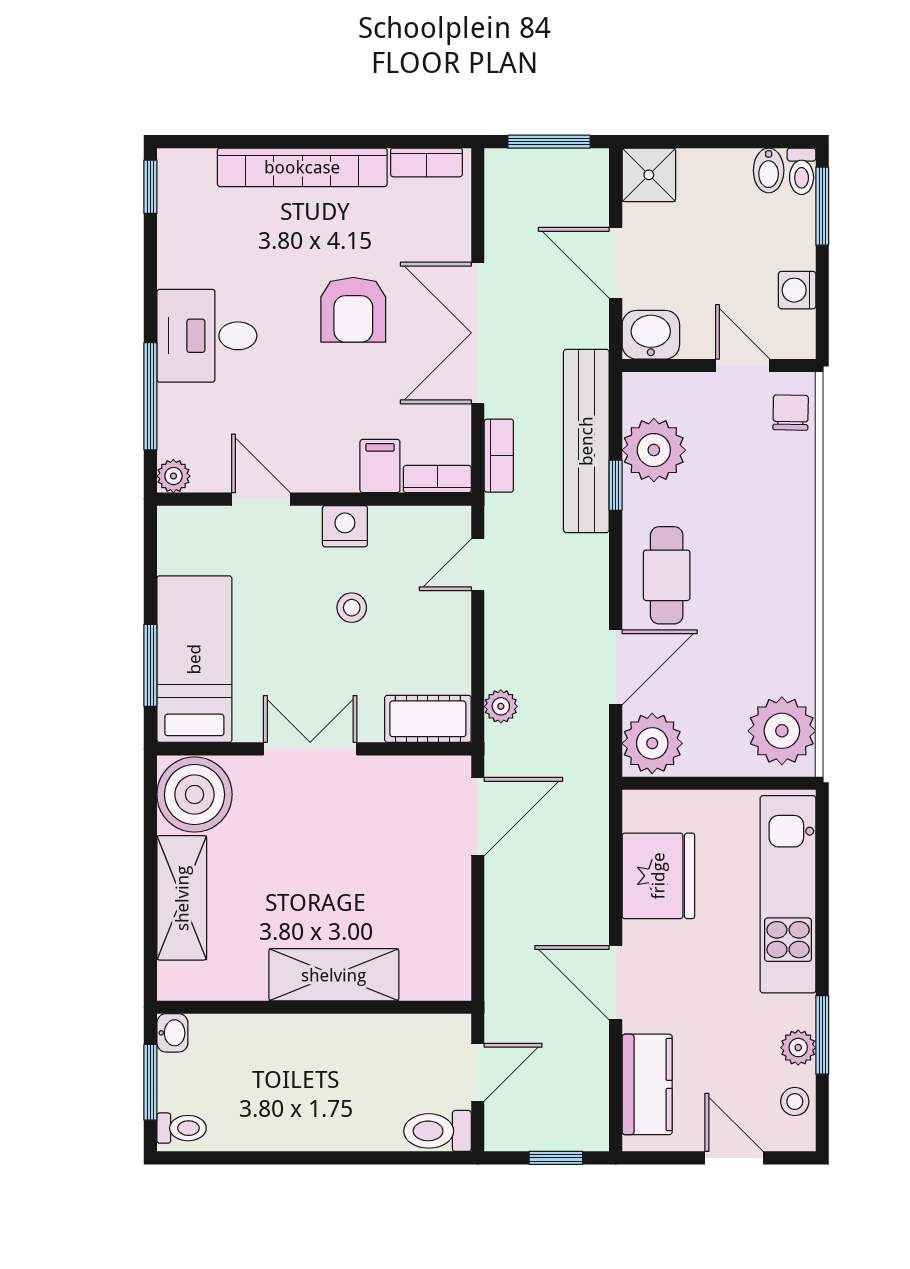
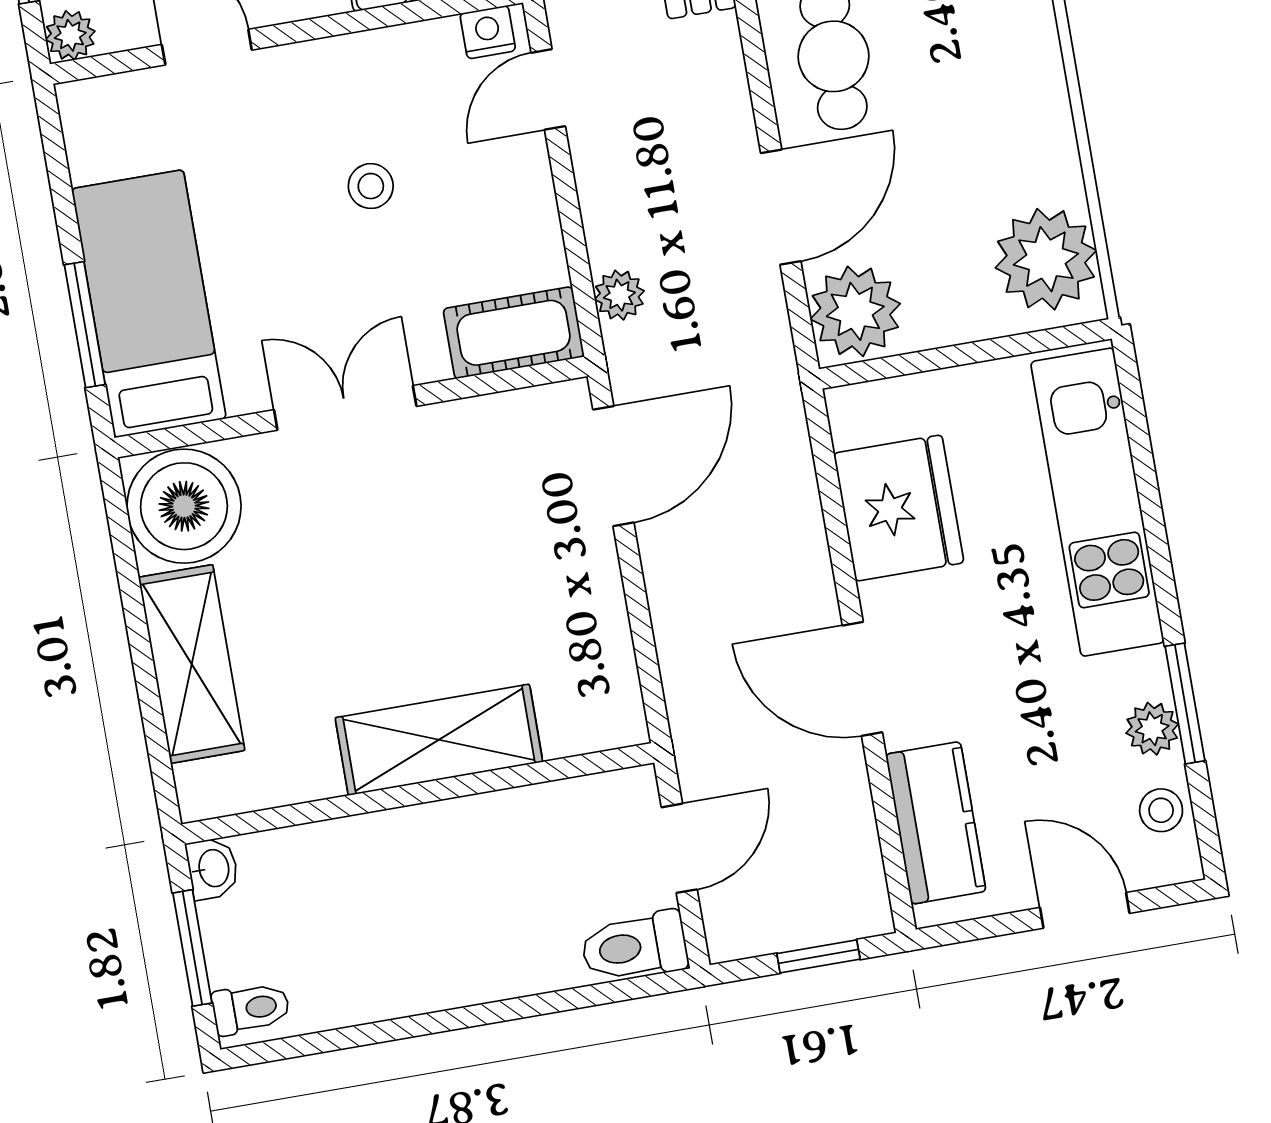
nightstand: (345, 526) -> (488, 32), moved, width x0.72, depth x0.74

